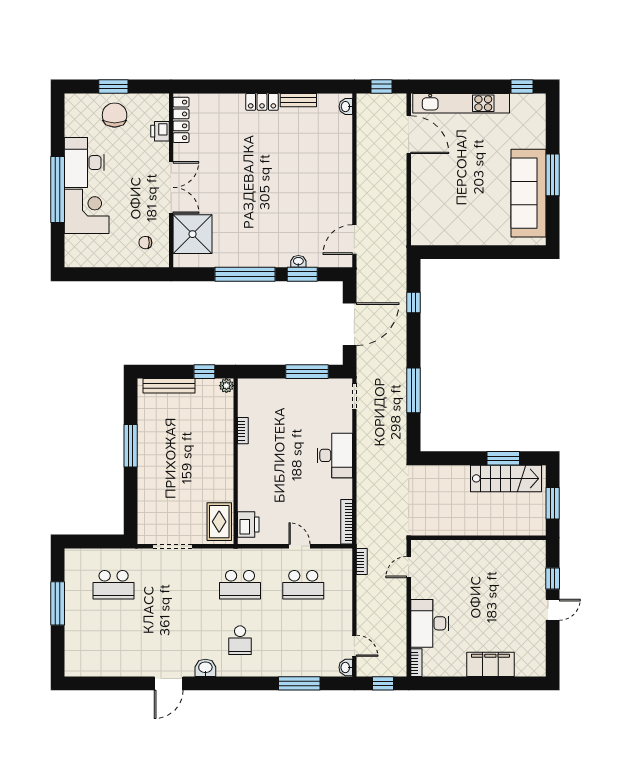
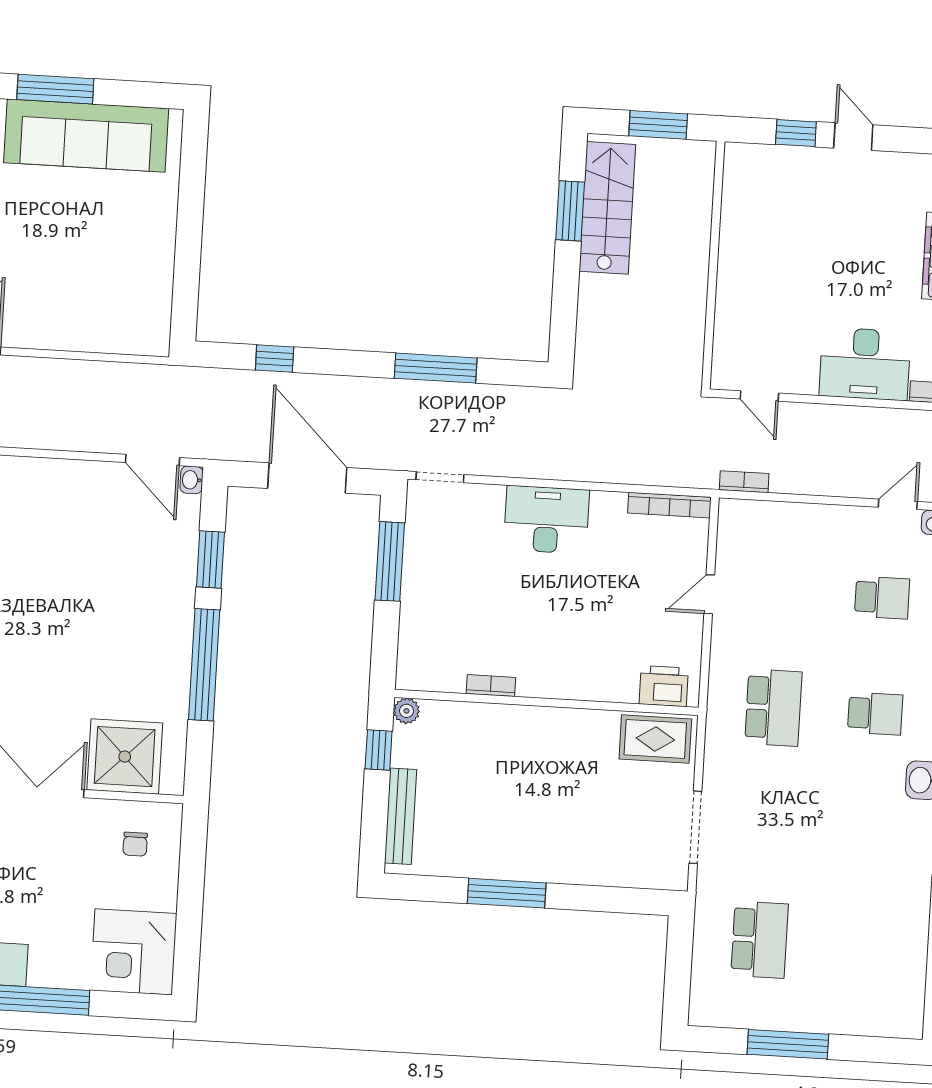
corner desk: (87, 211) -> (134, 952), moved, turned -90
washbasin: (298, 261) -> (192, 480), moved
school desk: (303, 585) -> (882, 598), moved, width x0.54

